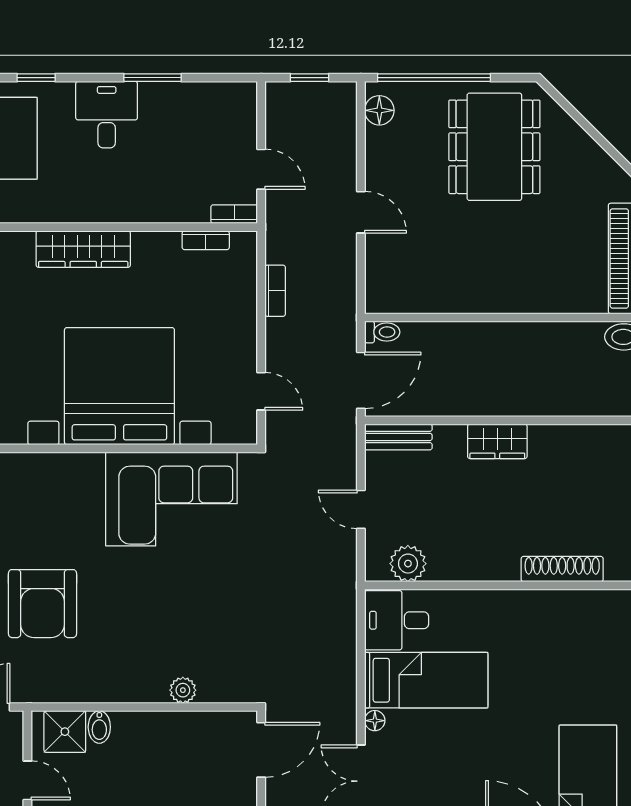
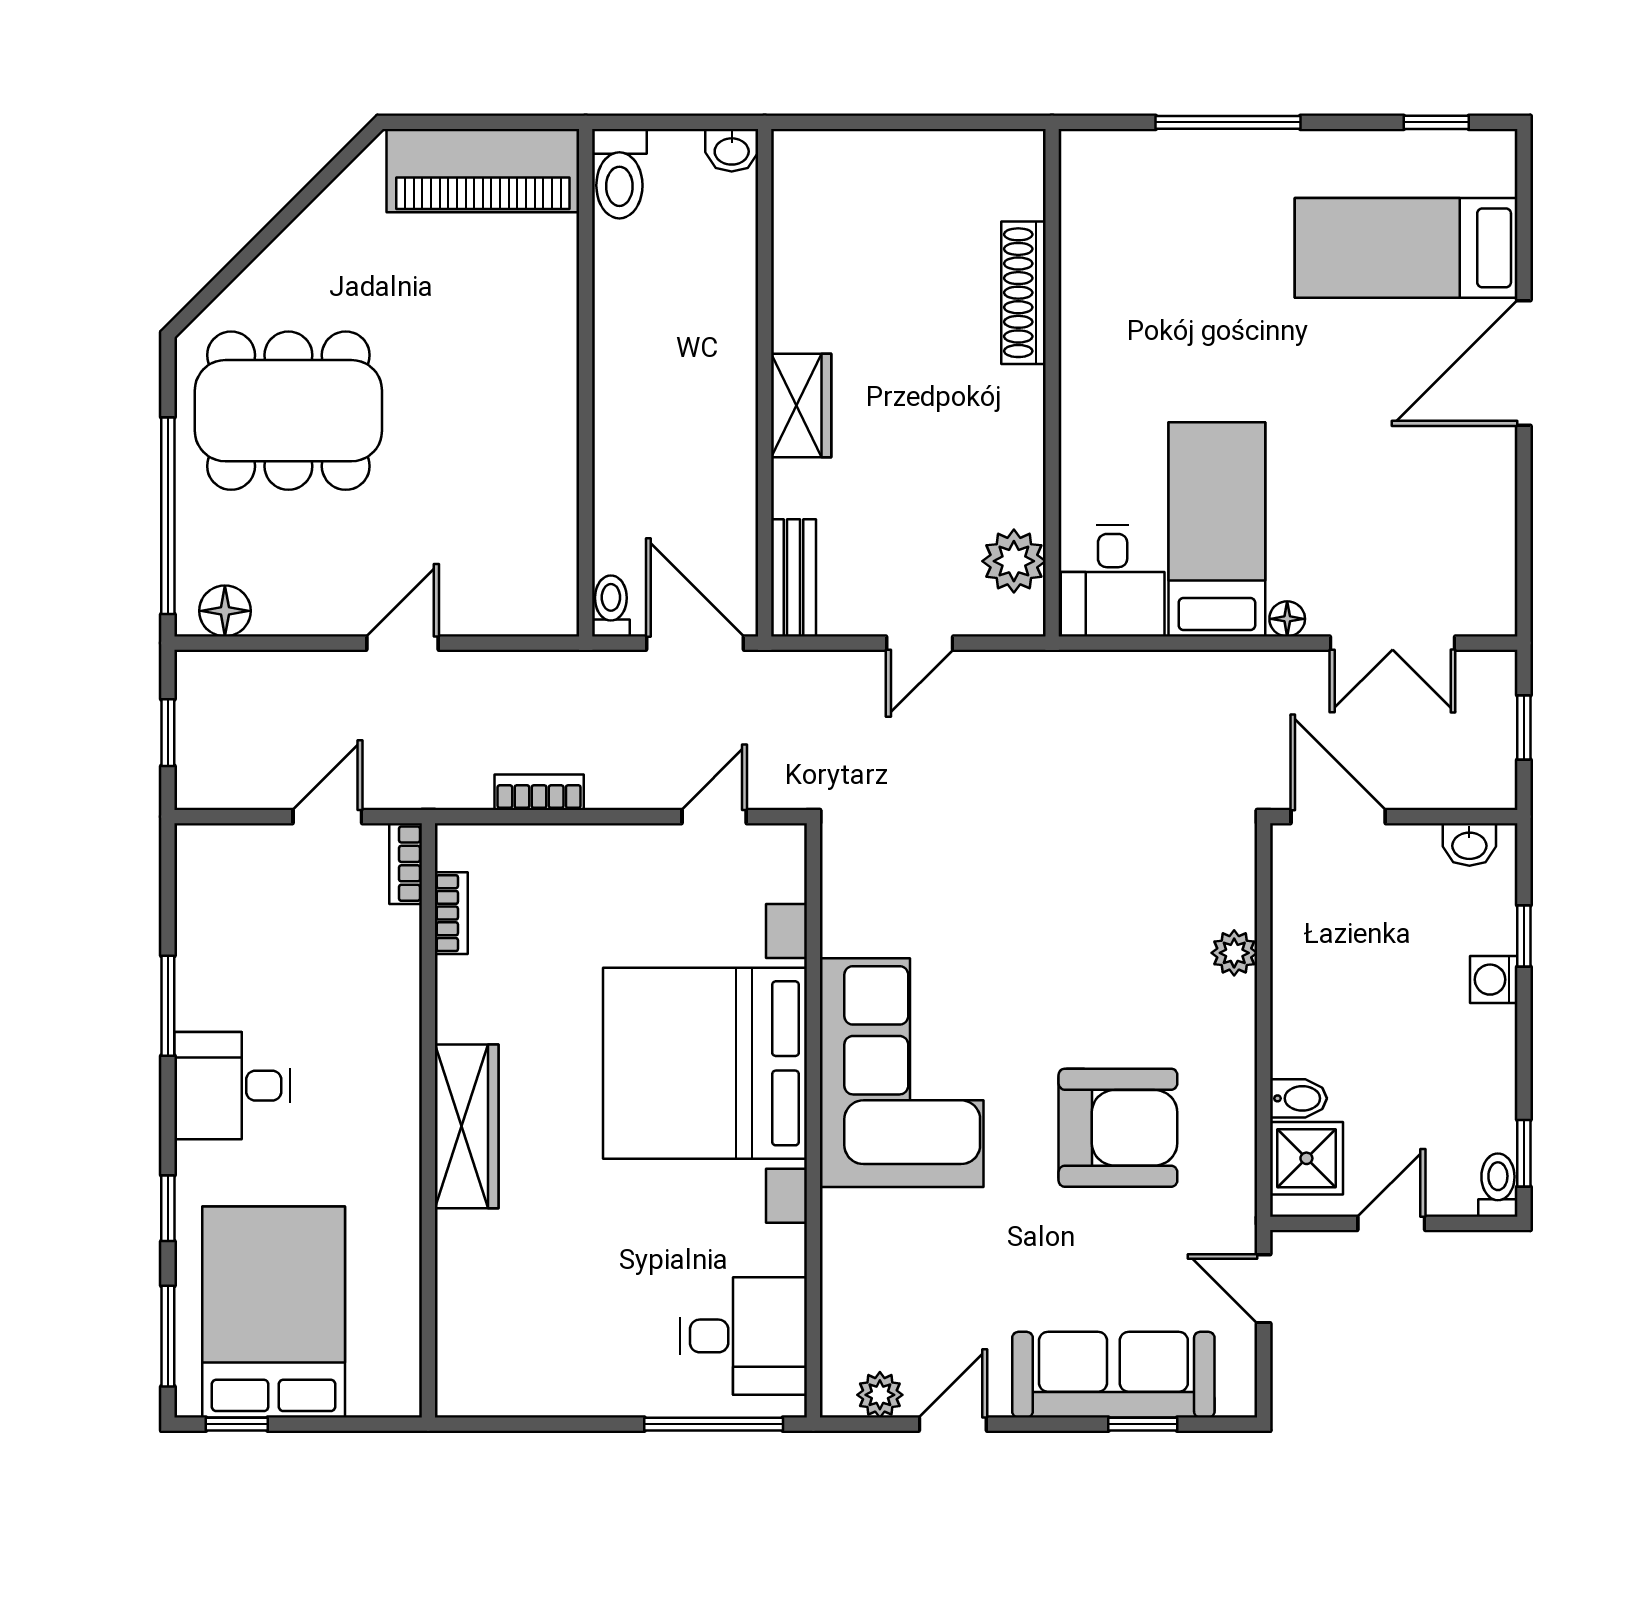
corner sofa: (171, 499) -> (902, 1073), moved
armchair: (42, 604) -> (1118, 1128), moved

